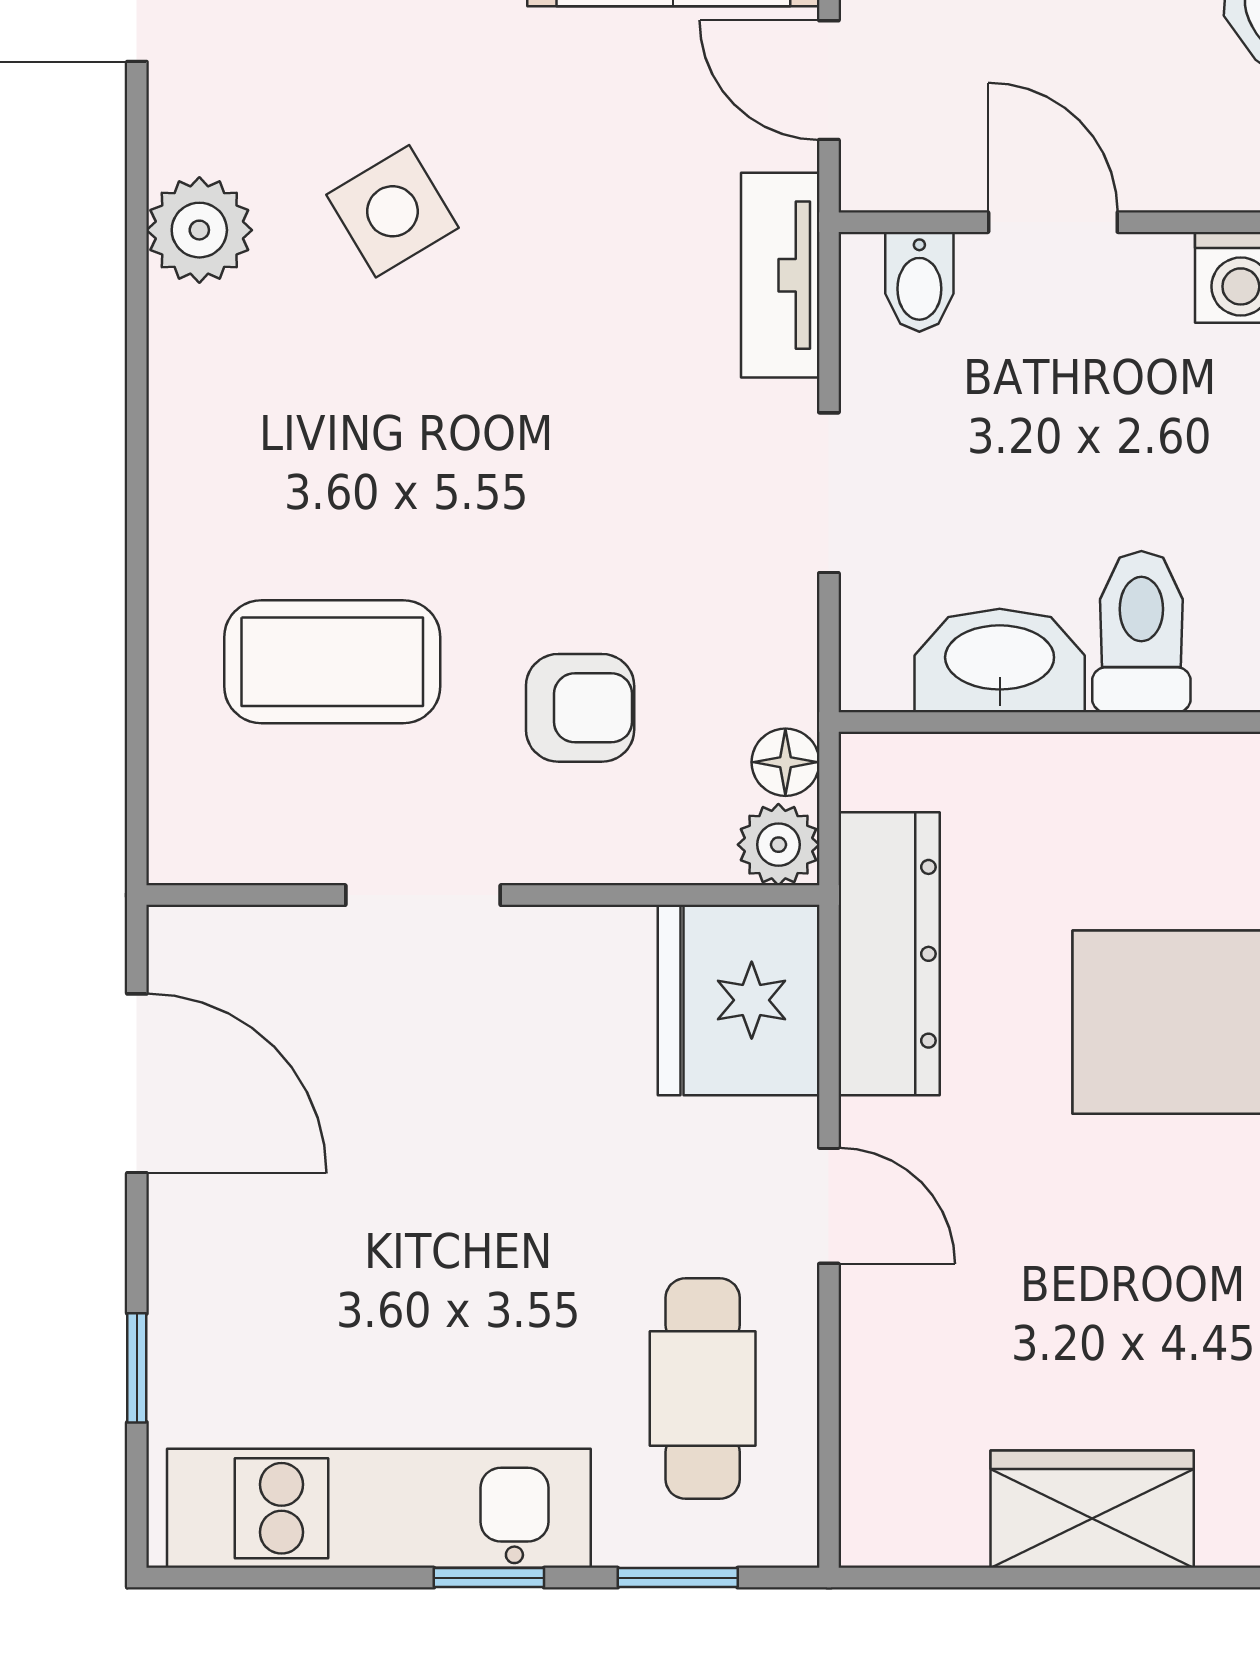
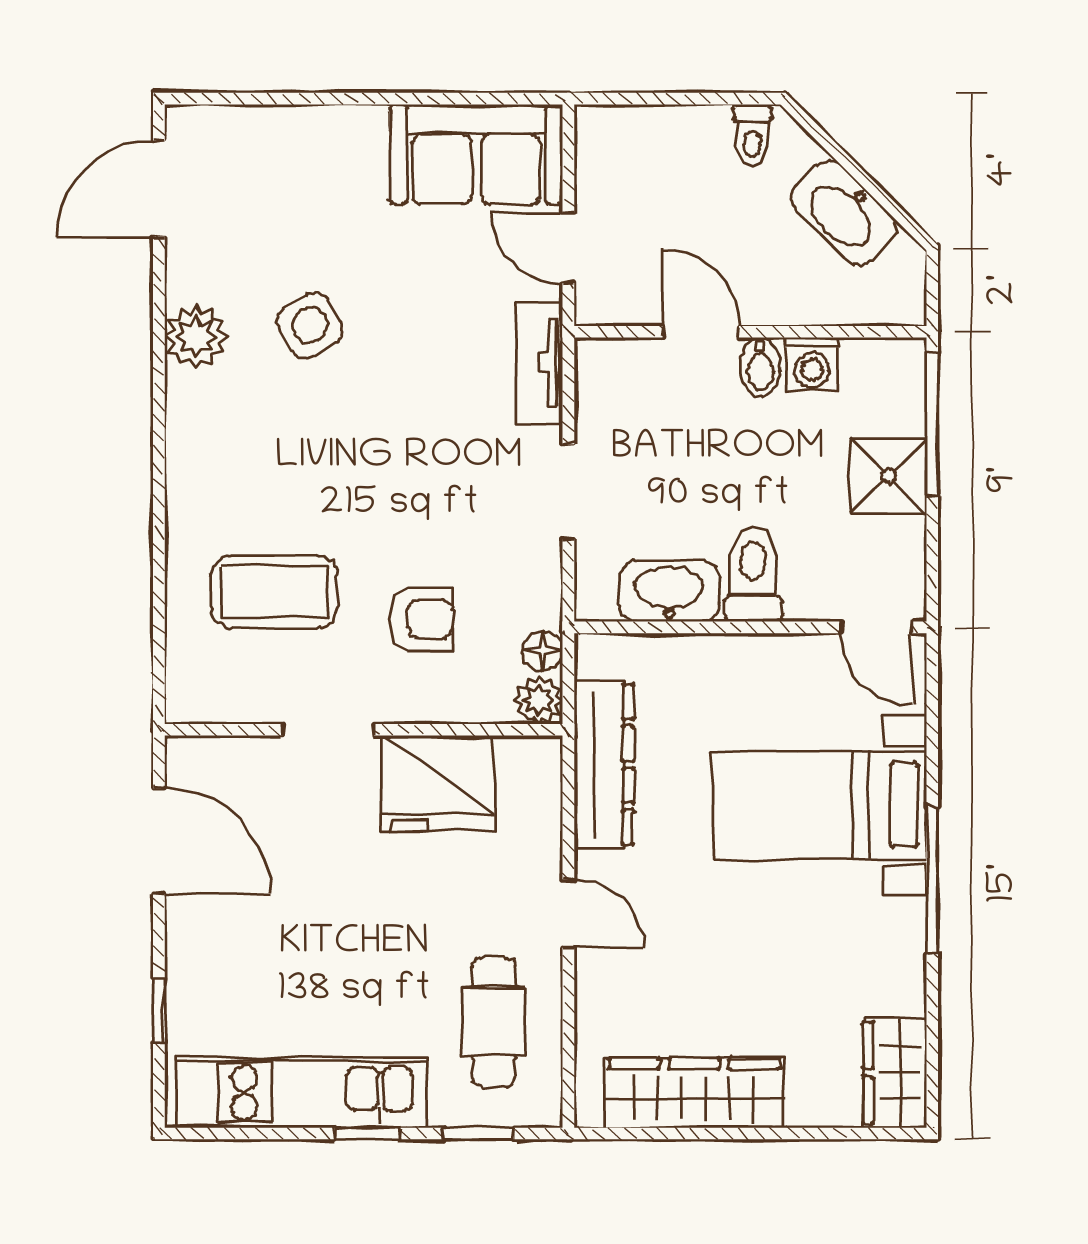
bidet: (919, 282) -> (760, 367), moved
fridge: (739, 1000) -> (438, 783), moved, turned -90
wardrobe: (1092, 1509) -> (694, 1093), width x1.50

